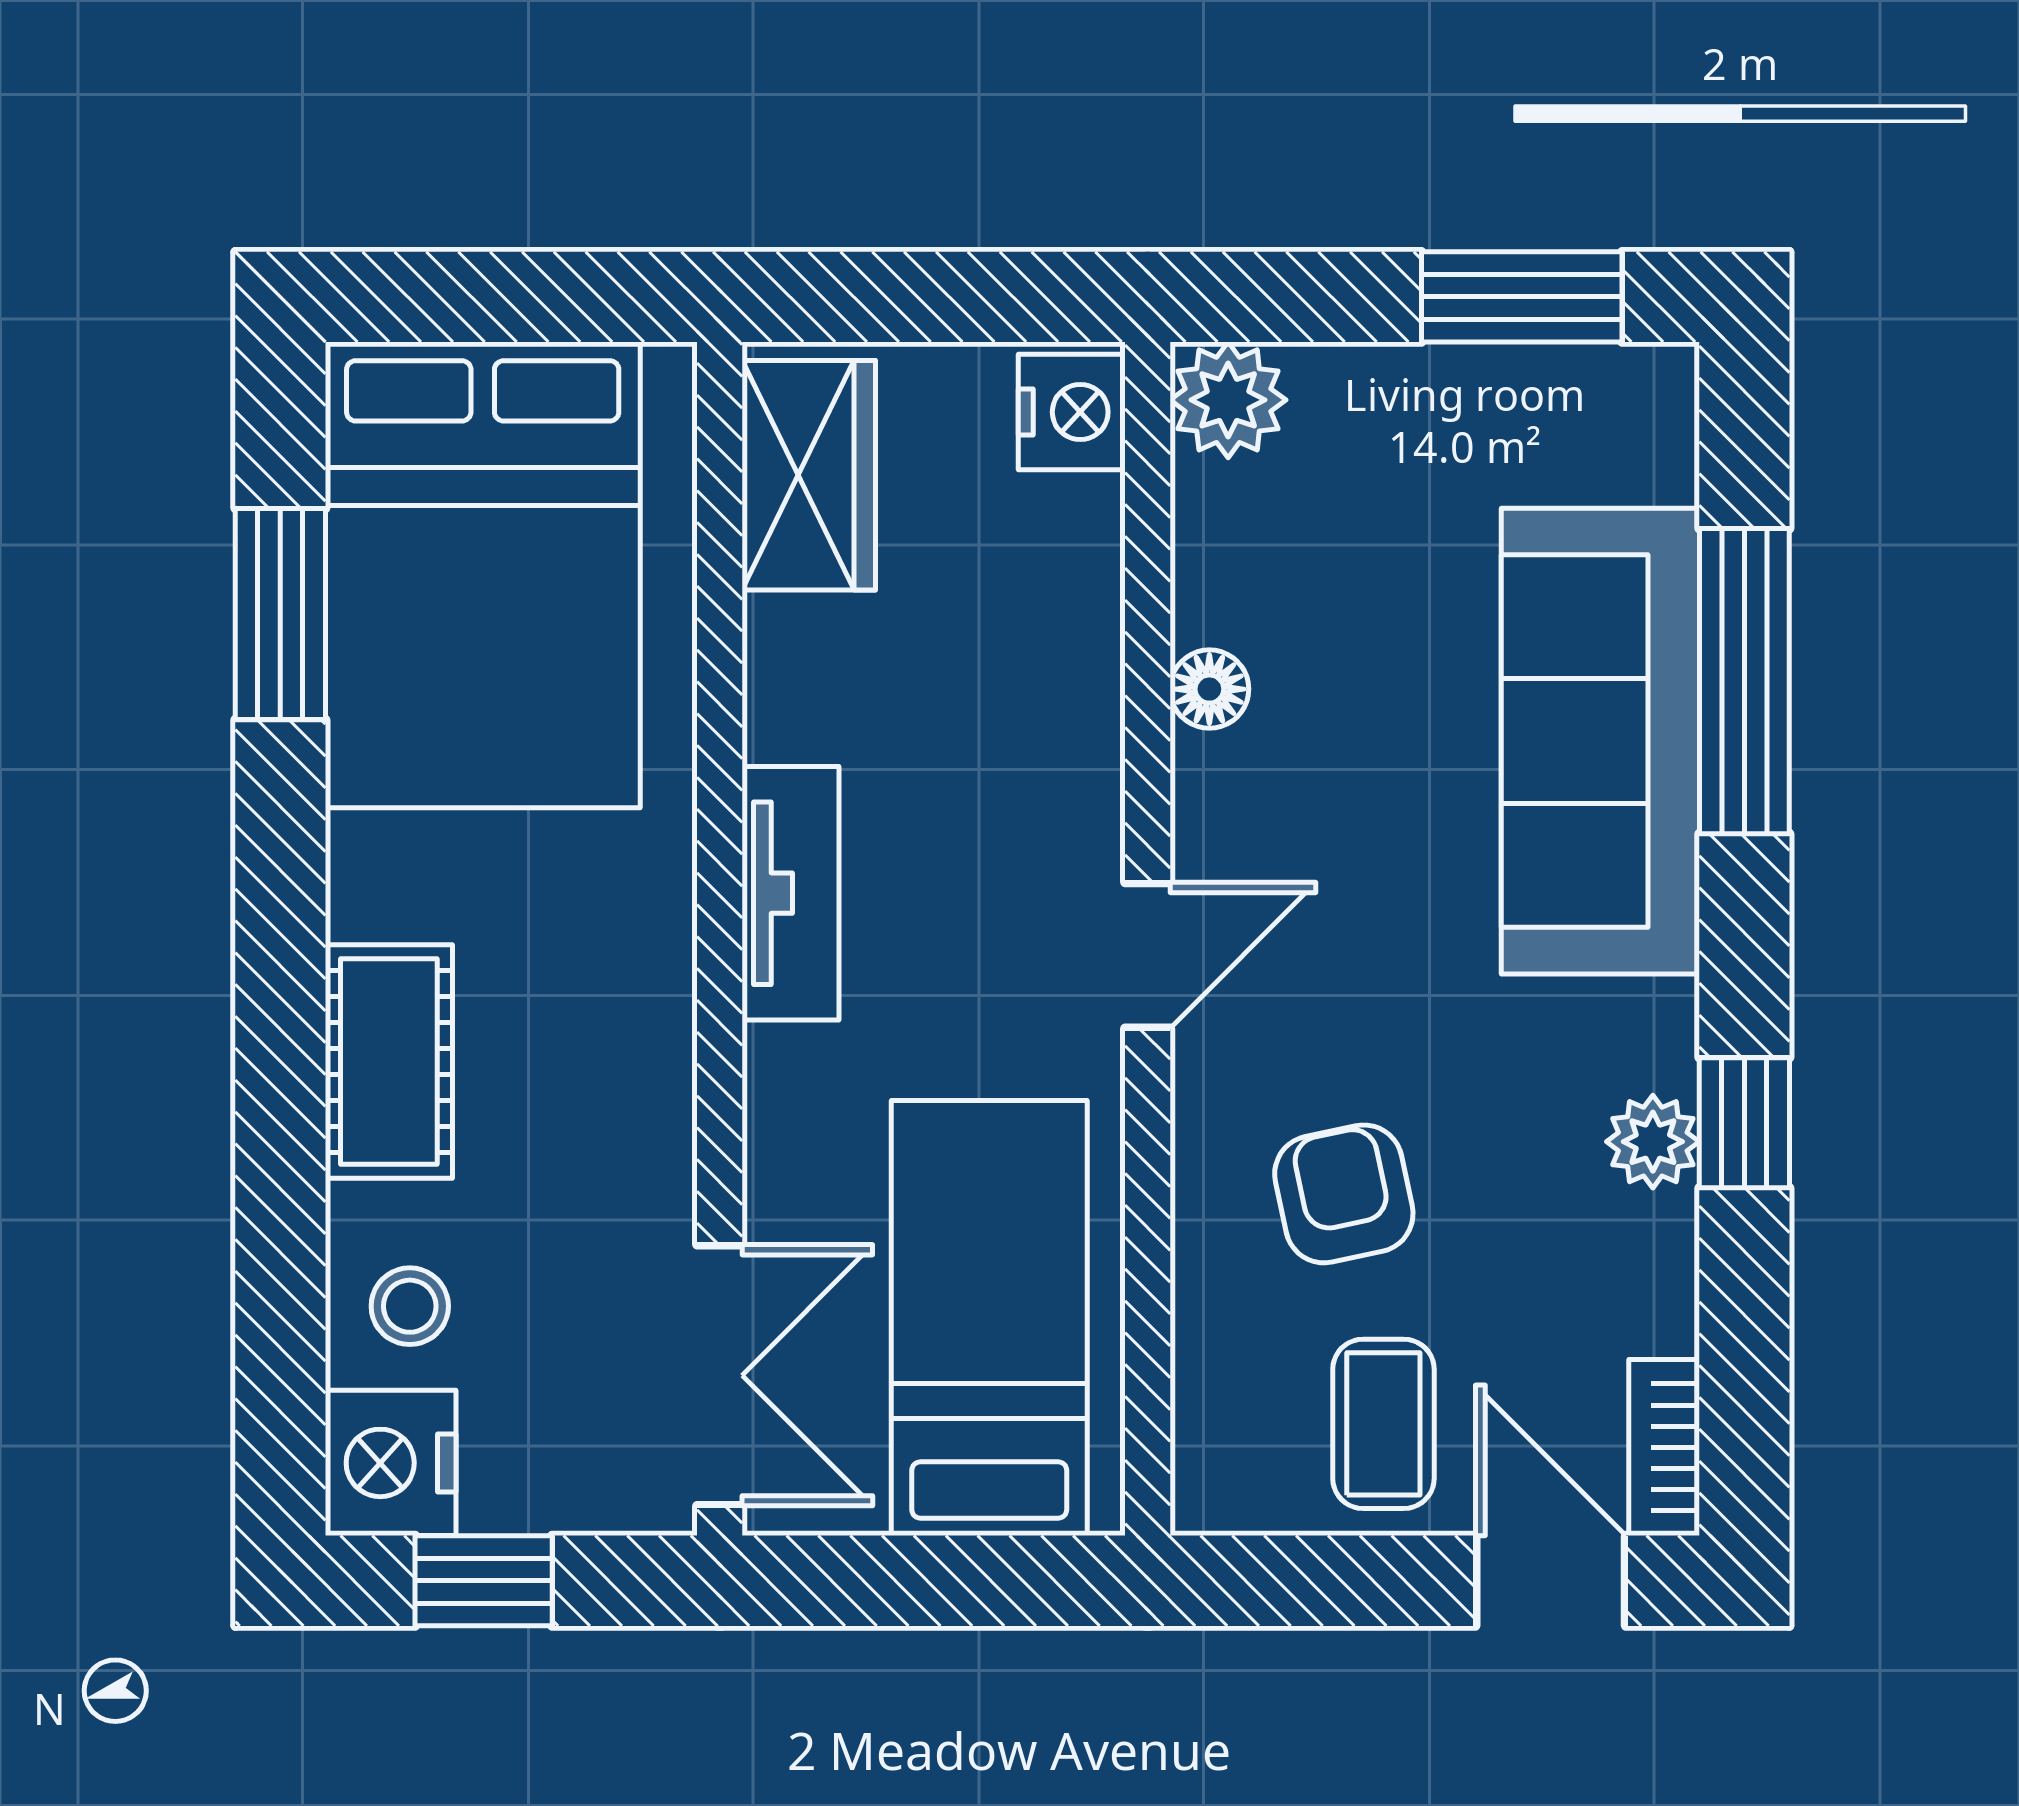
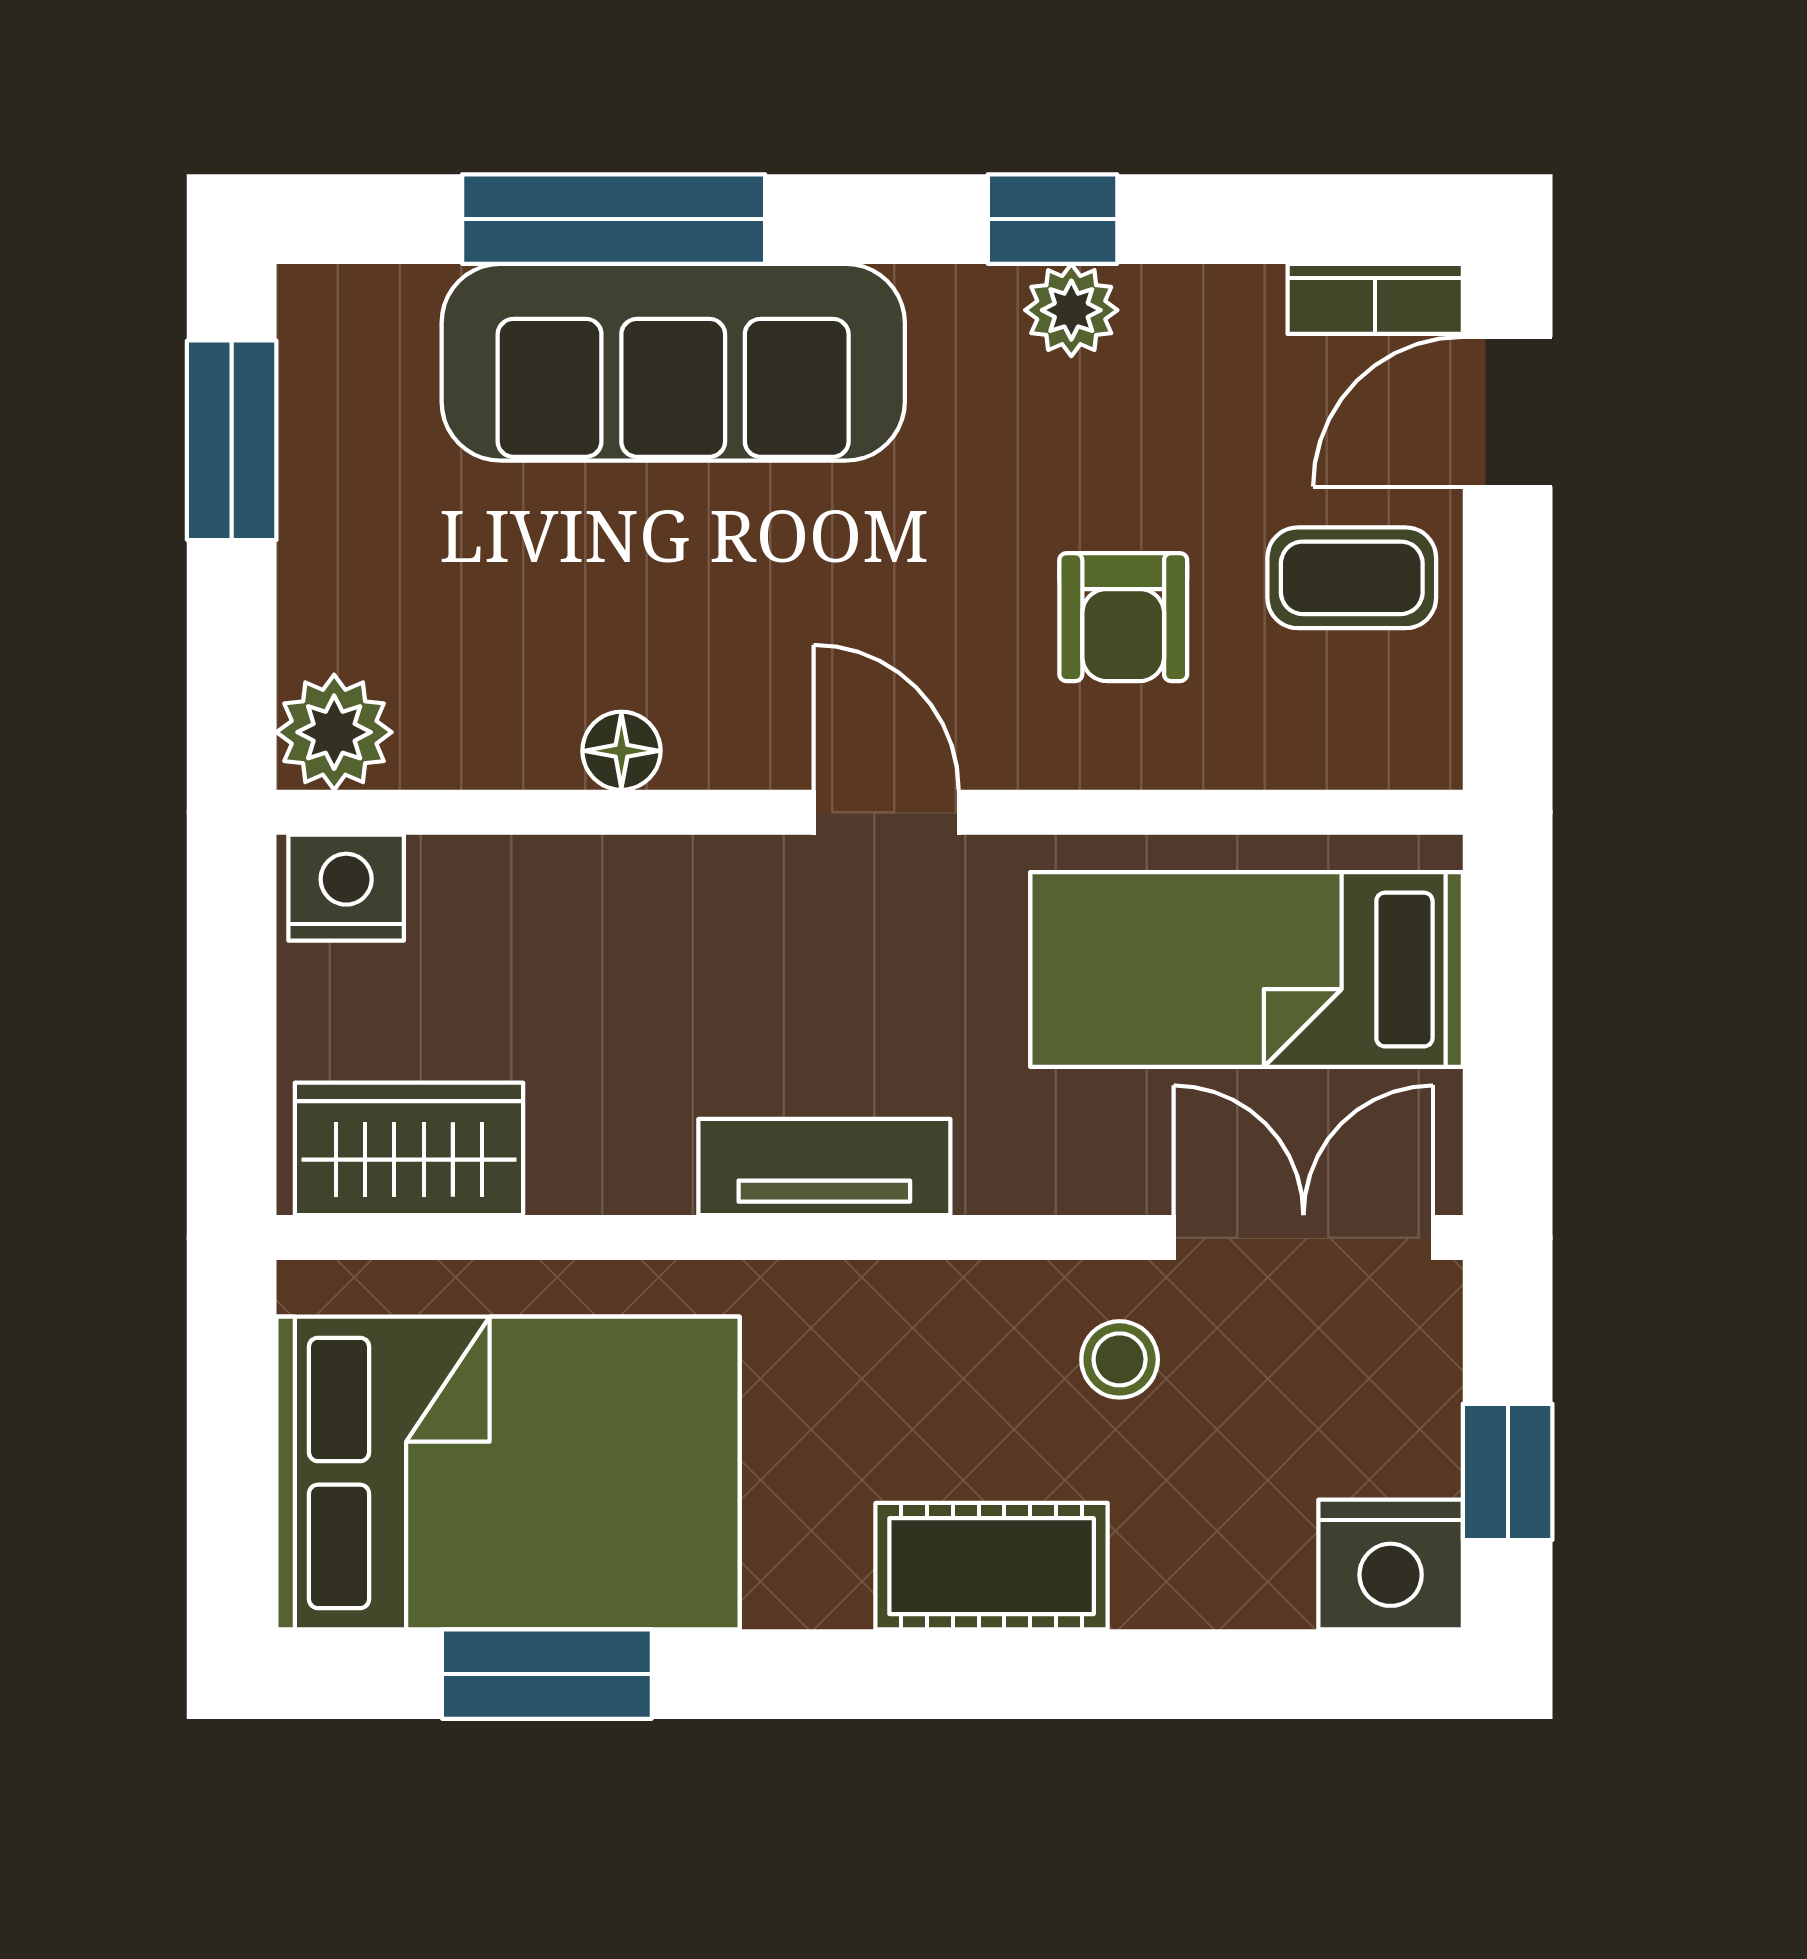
armchair: (1344, 1194) -> (1123, 617), turned -78
stool: (410, 1306) -> (1120, 1359), moved

